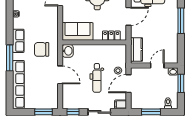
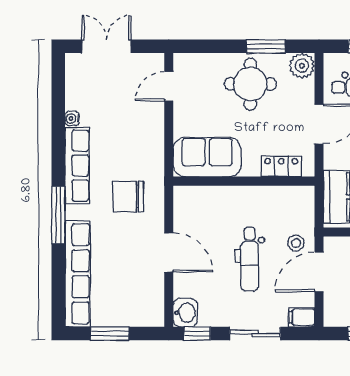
row of seats: (18, 41) -> (77, 165), width x1.48
washbasin: (68, 51) -> (185, 313), moved
window: (44, 112) -> (110, 334), moved

